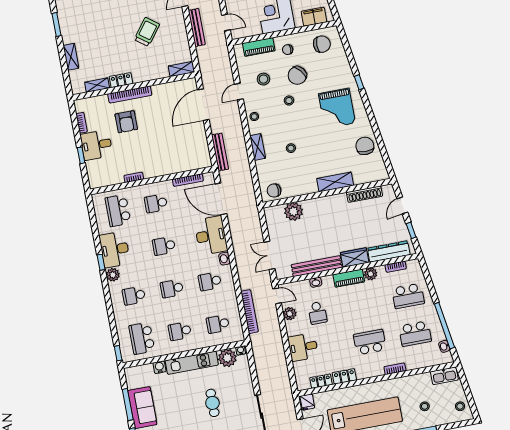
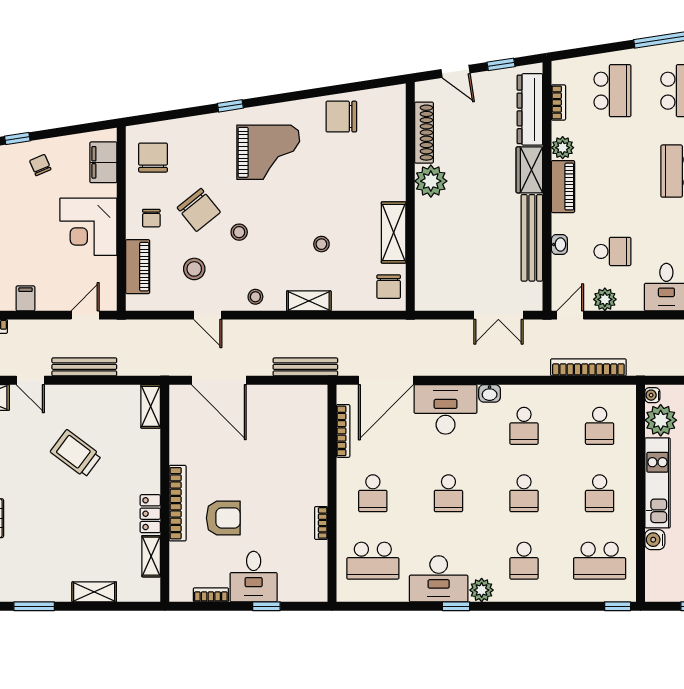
shelving: (335, 182) -> (394, 232), moved
plant: (293, 211) -> (431, 181), moved

